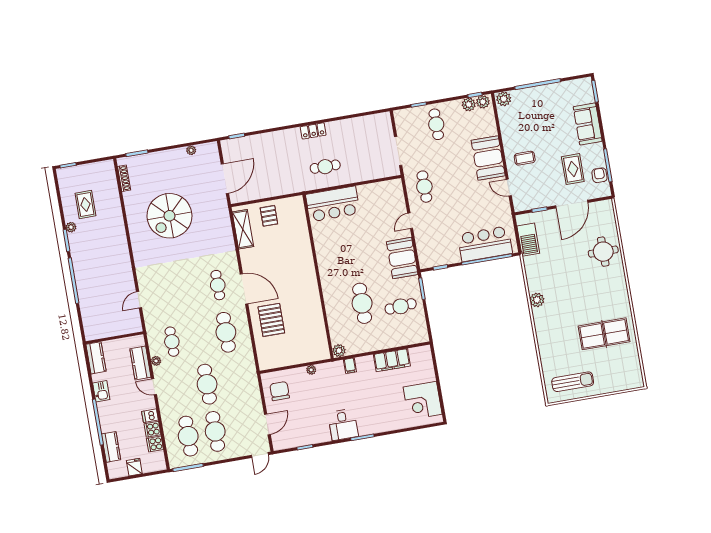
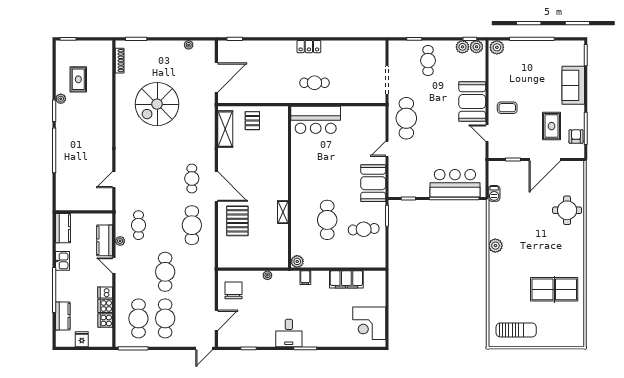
cafe table: (424, 187) -> (406, 118), width x1.37, depth x1.35
barbecue: (528, 240) -> (494, 193), width x0.53, depth x0.65
shelving: (316, 303) -> (283, 212), added

